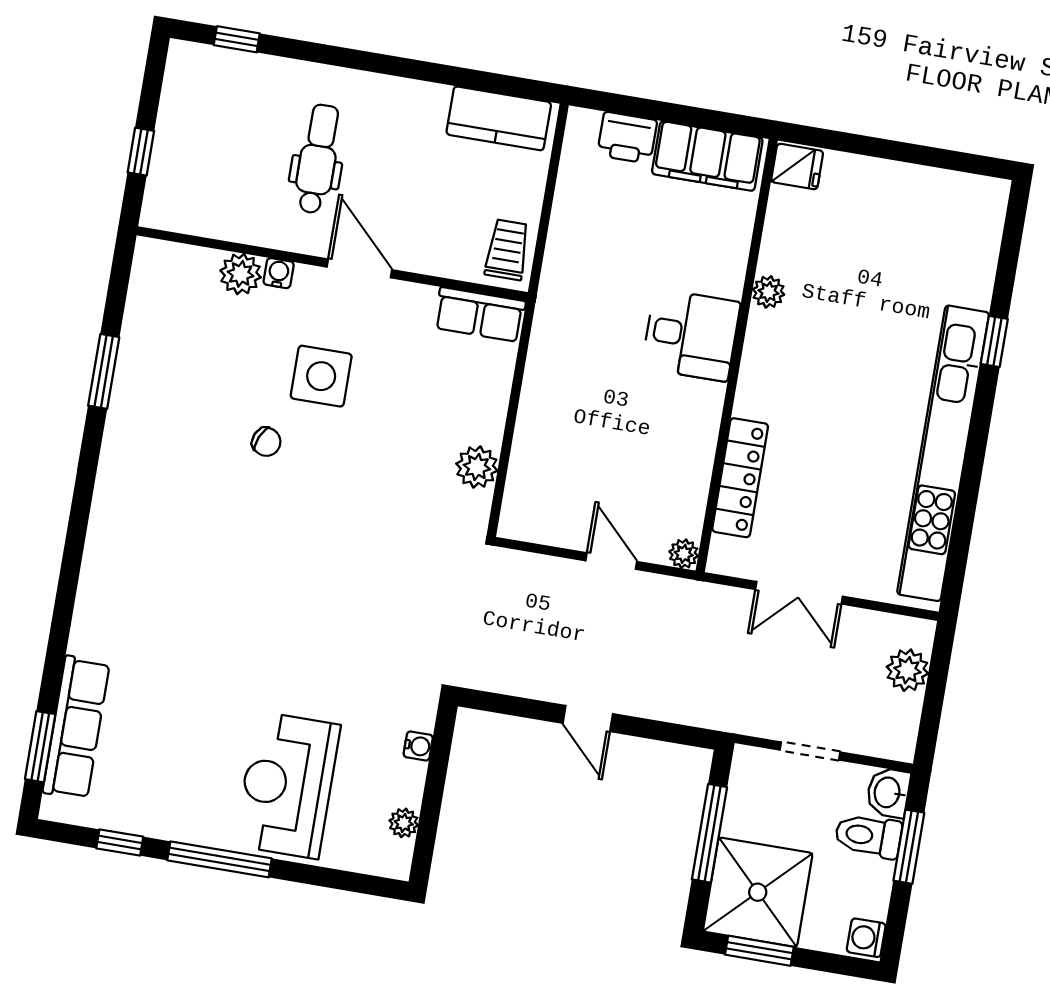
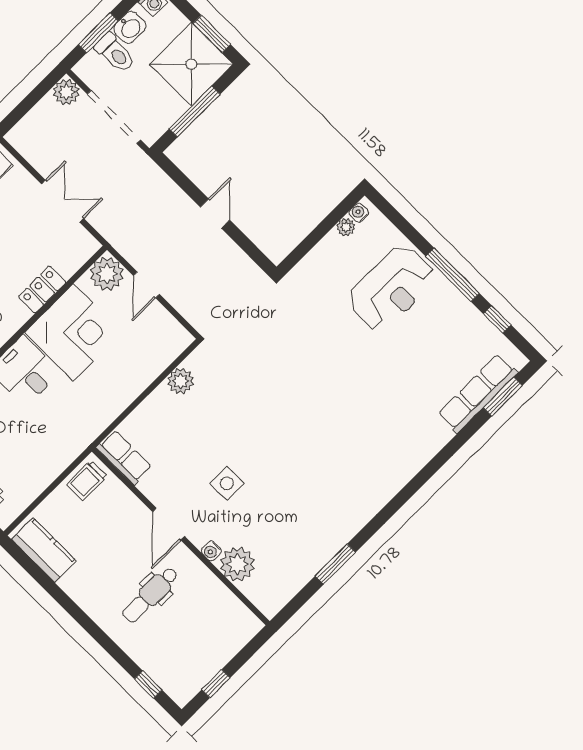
window: (141, 152) -> (216, 684), moved
plant: (241, 274) -> (237, 564), width x1.36, depth x1.36
side table: (321, 376) -> (227, 483), width x0.73, depth x0.73
corner desk: (663, 431) -> (73, 332), added
chair: (266, 442) -> (278, 470), removed
locker: (740, 478) -> (42, 290), width x0.66
plant: (684, 554) -> (107, 274), width x1.87, depth x1.87
plant: (907, 670) -> (66, 92), moved
water cooler: (418, 746) -> (359, 213), moved
doorway: (810, 751) -> (114, 117), width x1.87
washbasin: (888, 793) -> (130, 27), moved

